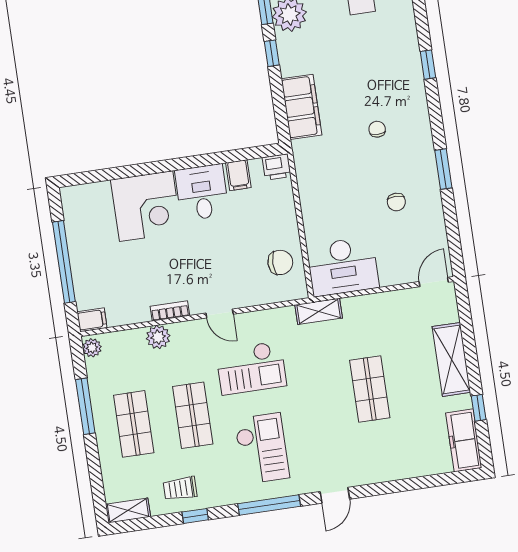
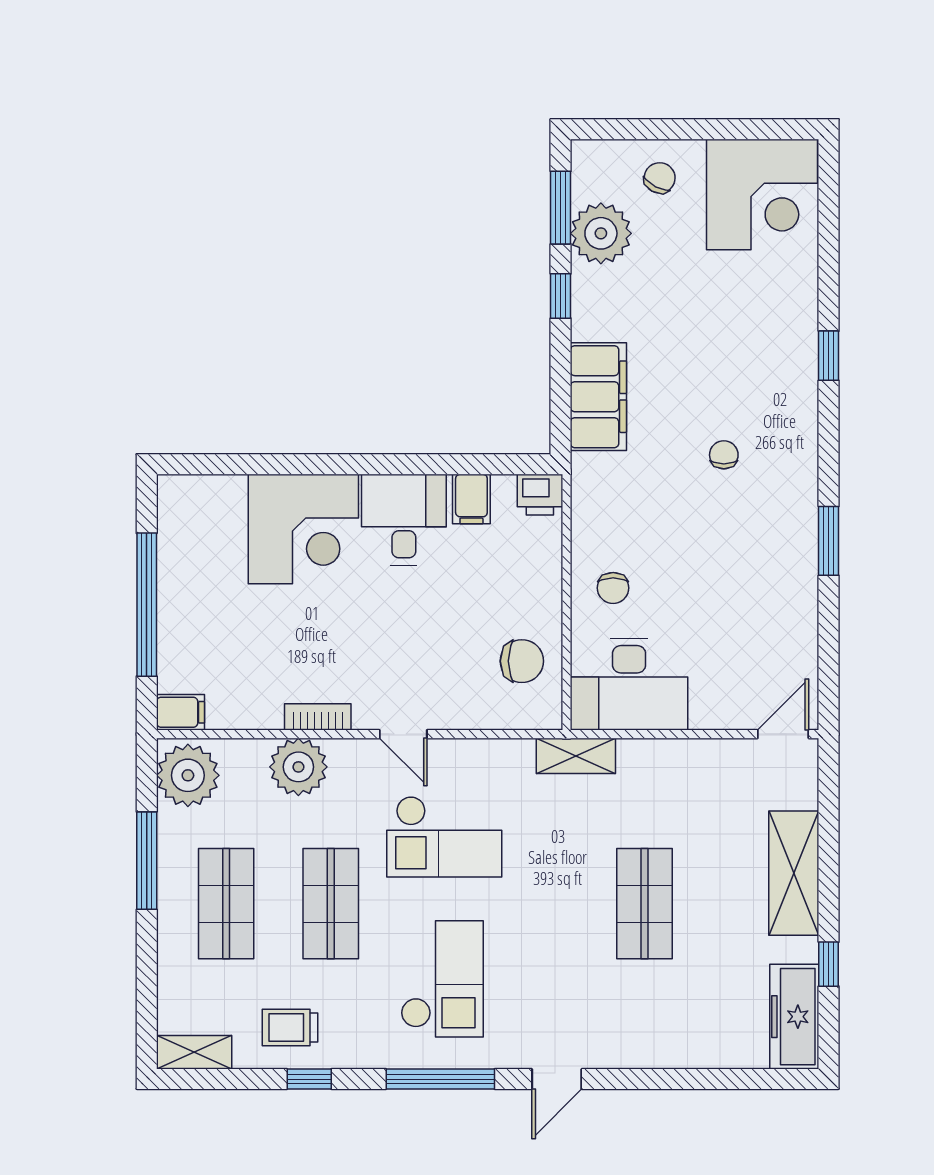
chair: (396, 202) -> (613, 588), moved
plant: (158, 337) -> (298, 767), width x1.36, depth x1.36
plant: (92, 348) -> (188, 775), width x1.88, depth x1.88

